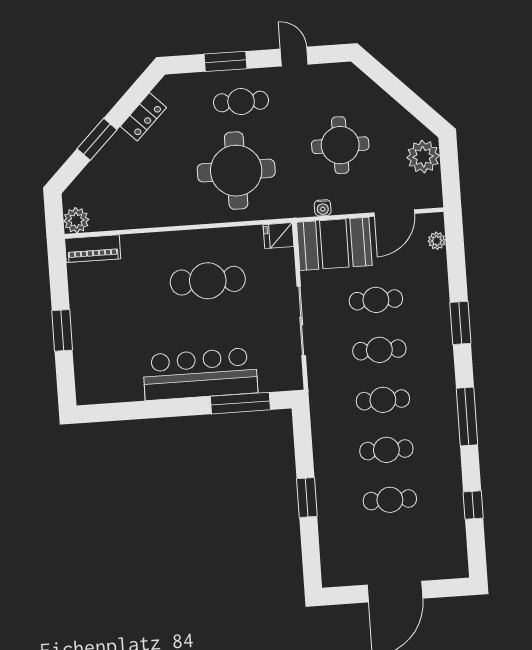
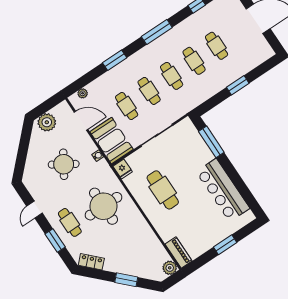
locker: (143, 117) -> (91, 262), moved
round table: (340, 145) -> (64, 164), turned 32
bar counter: (200, 374) -> (223, 190), moved

